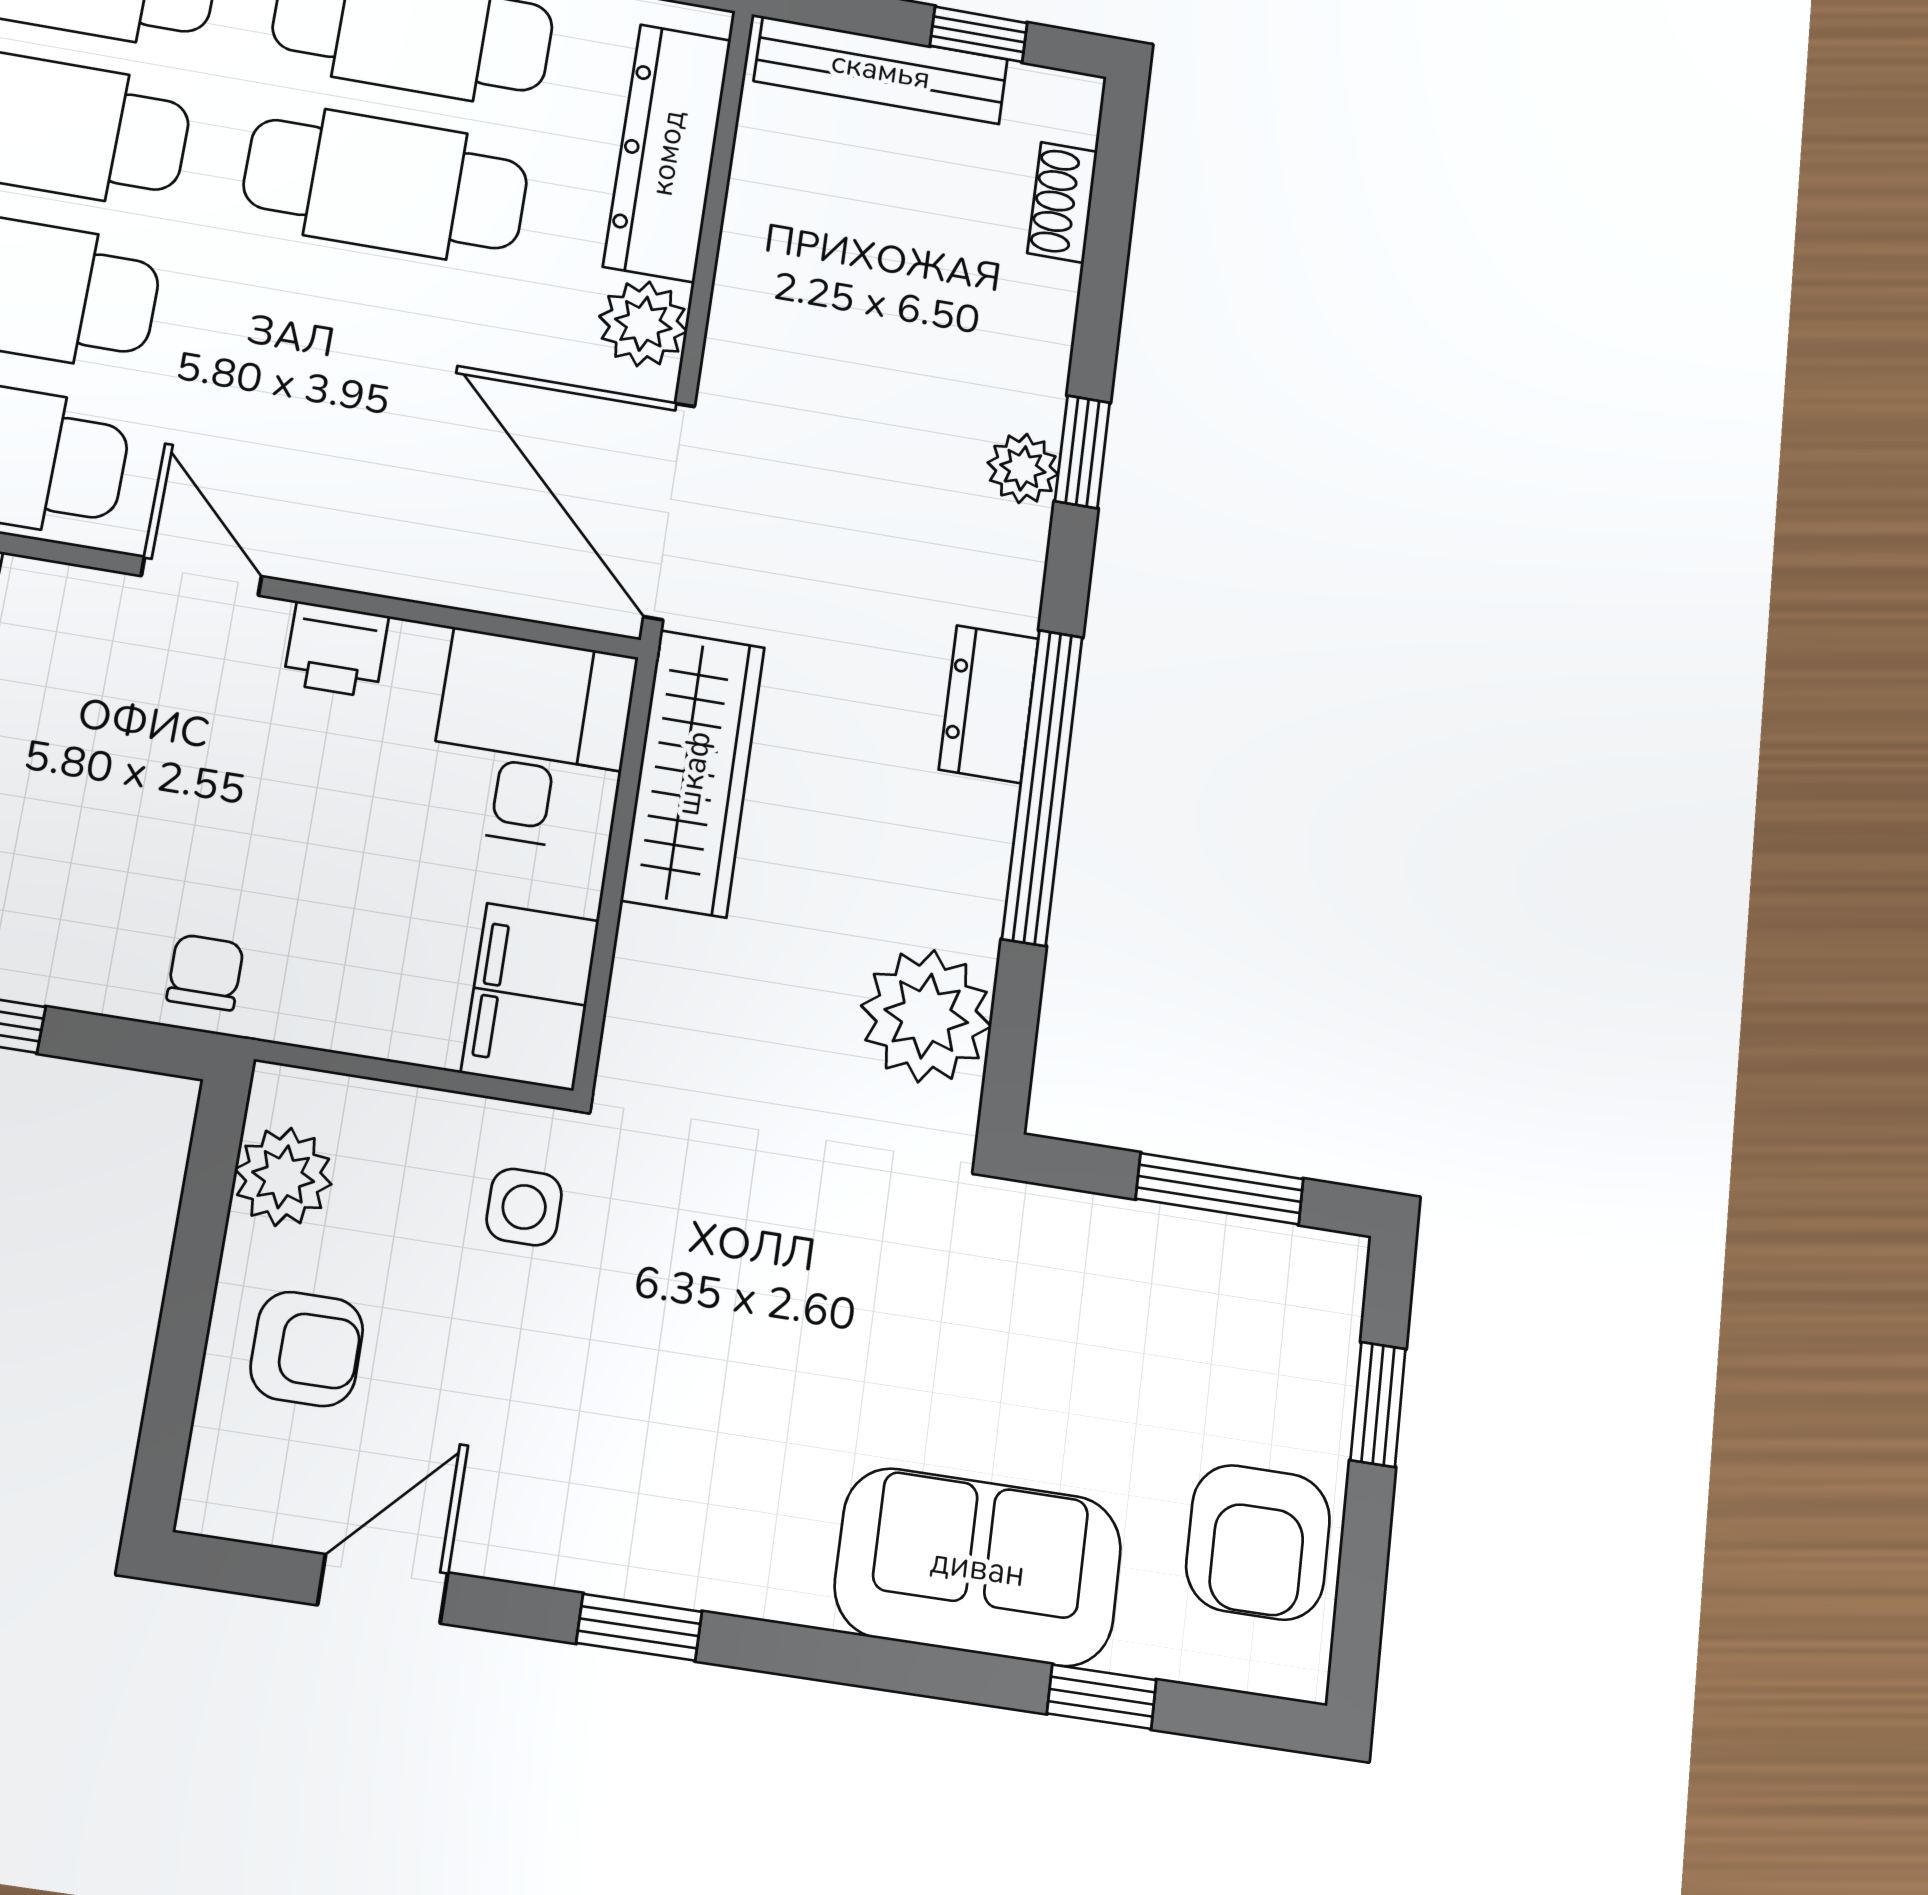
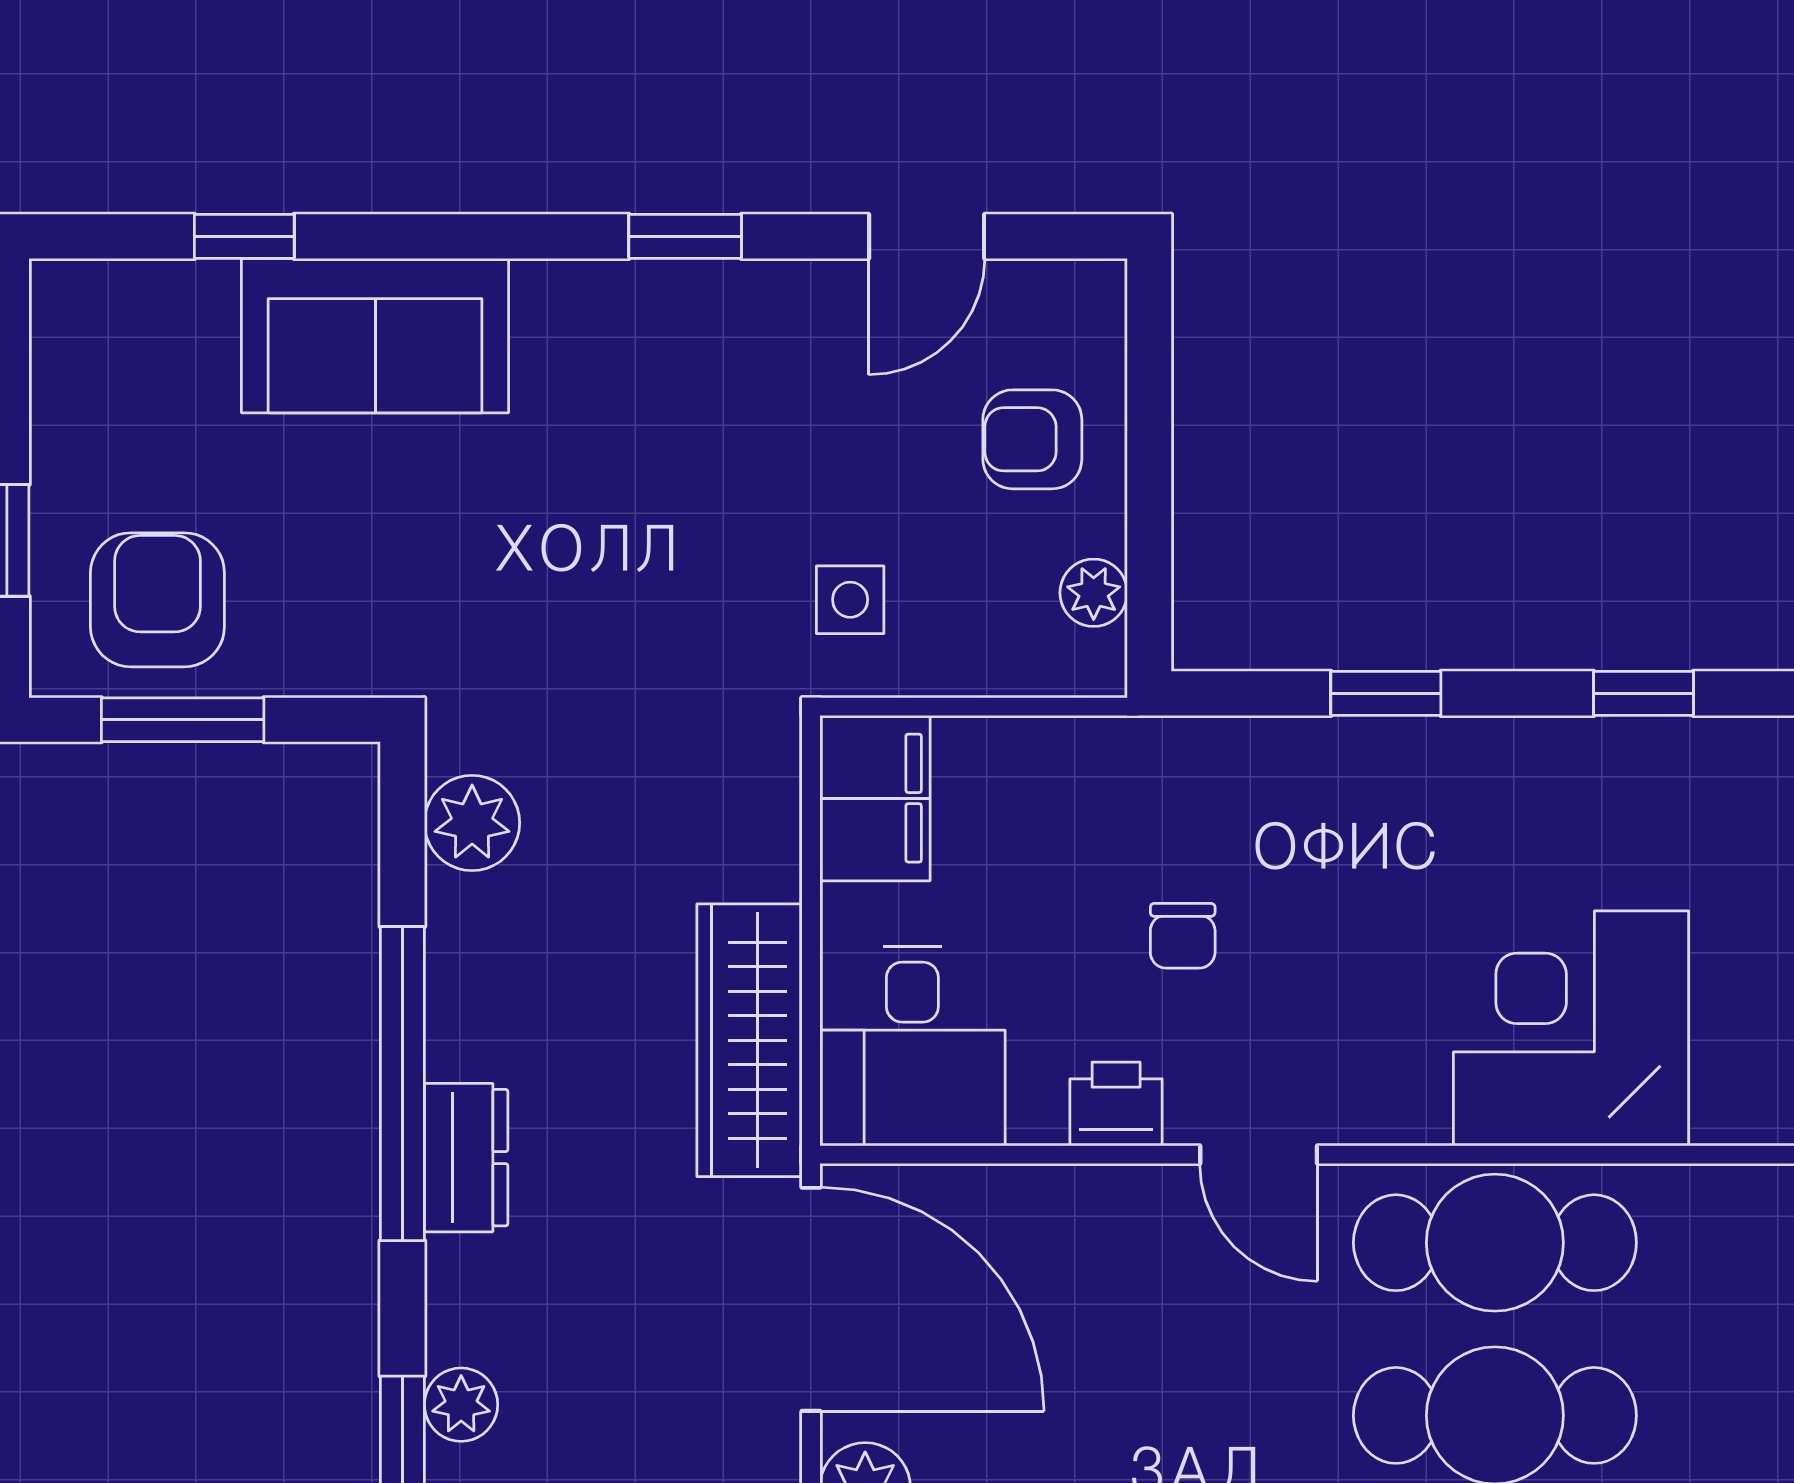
chair: (205, 972) -> (1183, 936), moved
plant: (926, 1016) -> (472, 823), width x0.73, depth x0.73
plant: (283, 1177) -> (1094, 593), width x0.73, depth x0.73
armchair: (1258, 1542) -> (157, 600), moved

